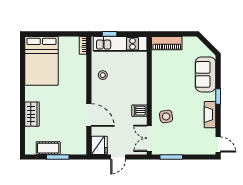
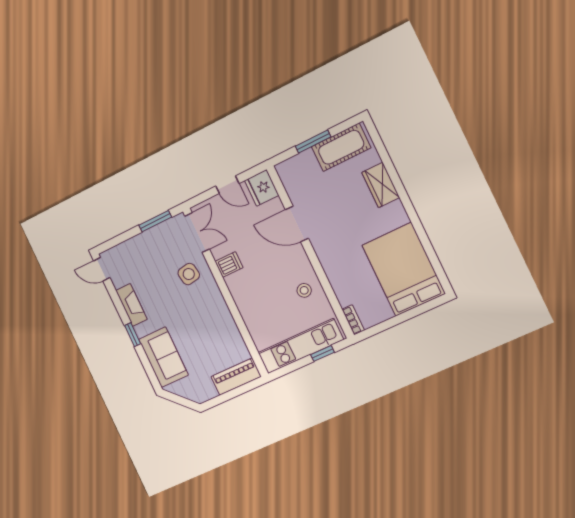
cot: (48, 148) -> (341, 147), width x1.37, depth x1.34
door: (118, 157) -> (227, 185), swing flipped

